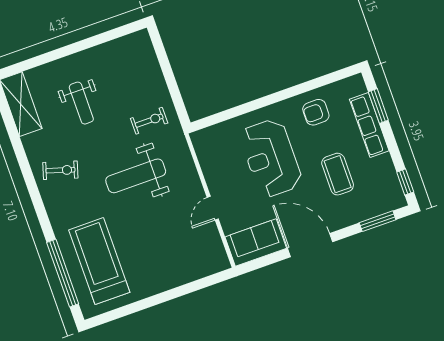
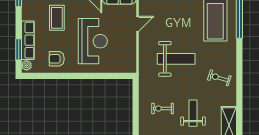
plant: (358, 86) -> (27, 65), added
armchair: (316, 112) -> (57, 59), turned 180
exercise bike: (149, 121) -> (162, 108), moved

